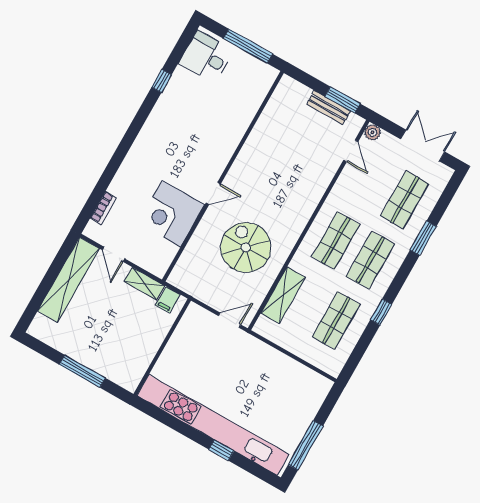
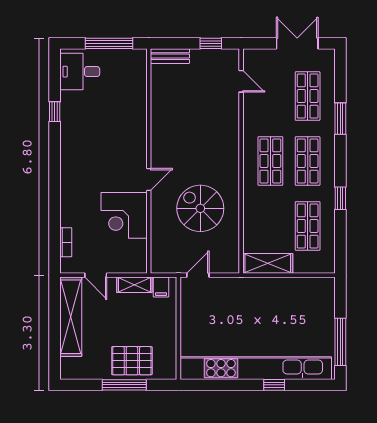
window: (343, 100) -> (211, 43), width x0.67
bench: (329, 107) -> (170, 56), moved
plant: (372, 132) -> (250, 56), removed
shelving: (283, 295) -> (268, 263), moved, turned 90
door: (230, 320) -> (198, 275), moved
pallet: (102, 353) -> (132, 361), added

